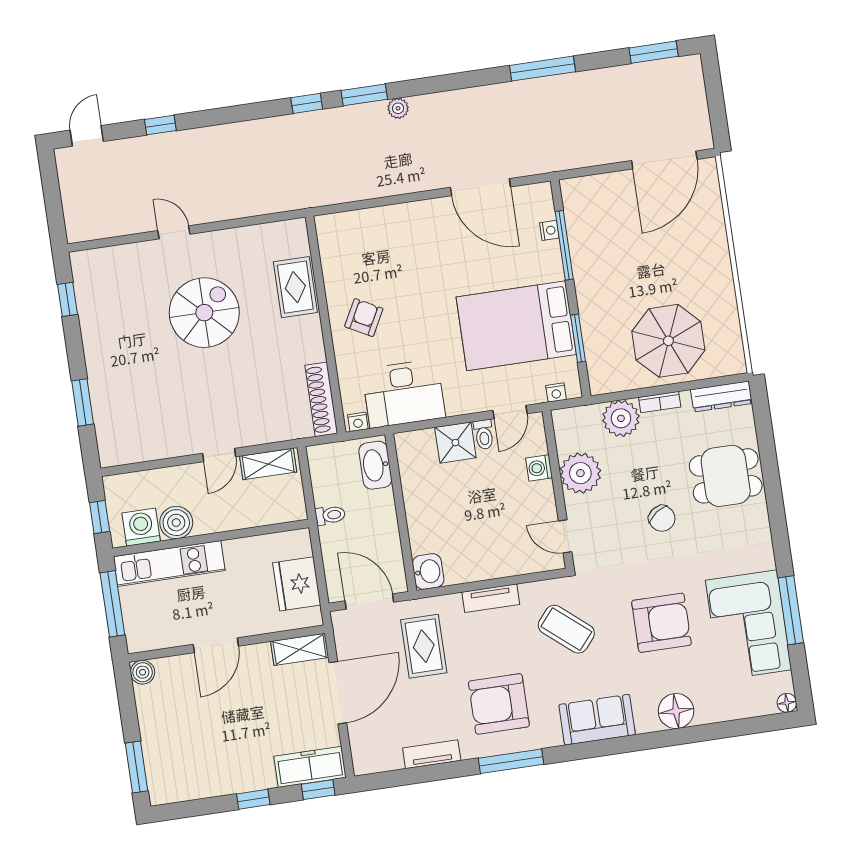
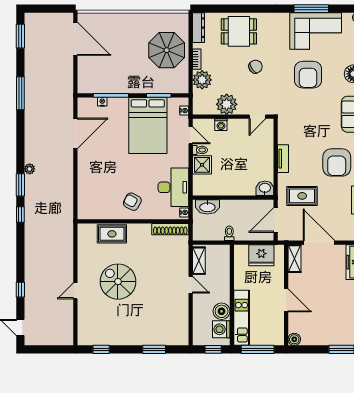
dining table: (726, 476) -> (239, 31), turned 90
armchair: (661, 623) -> (308, 75), turned 180
coffee table: (566, 629) -> (304, 123), removed

